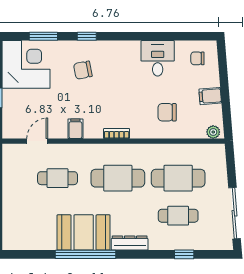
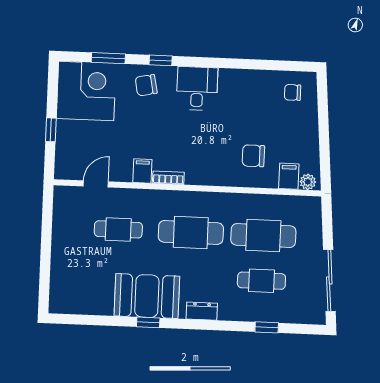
desk: (158, 58) -> (197, 88), moved
chair: (83, 70) -> (146, 85), moved
filing cabinet: (210, 96) -> (289, 176), moved, turned 95
bookcase: (117, 134) -> (168, 178), moved
dresser: (130, 243) -> (202, 311), width x0.70
window: (86, 254) -> (148, 322), width x0.32

